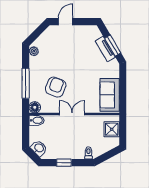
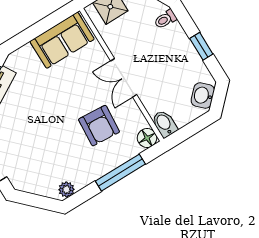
armchair: (56, 87) -> (99, 126), turned -107

